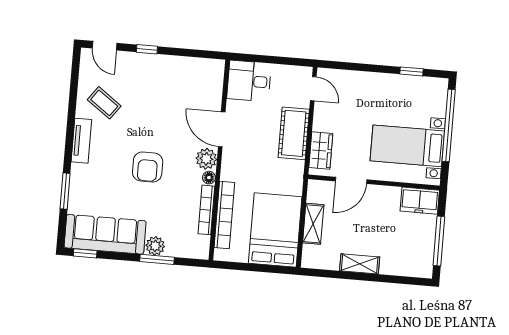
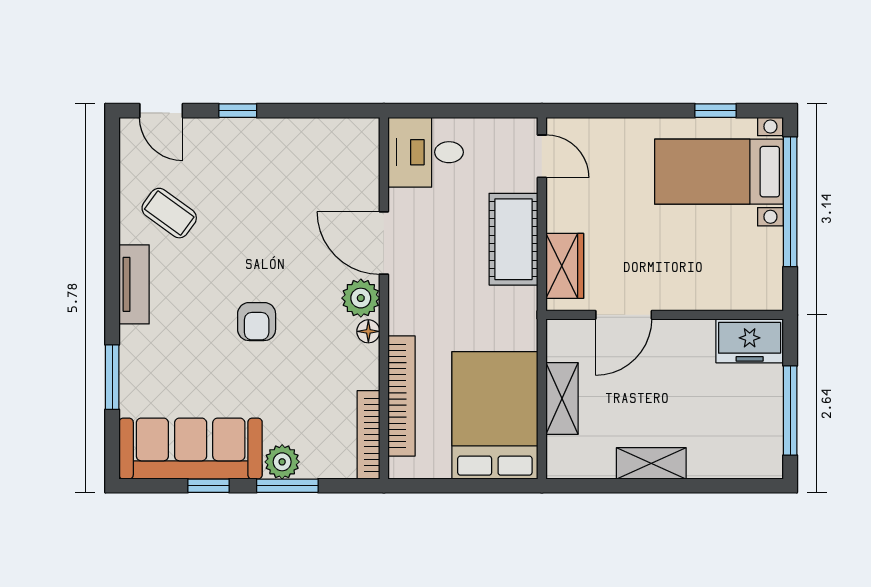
bed with nightstands: (407, 146) -> (719, 172), moved
armchair: (148, 167) -> (257, 322), width x0.72, depth x0.72
bookcase: (206, 210) -> (369, 435), moved
window: (85, 253) -> (208, 486), moved

